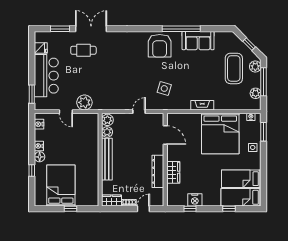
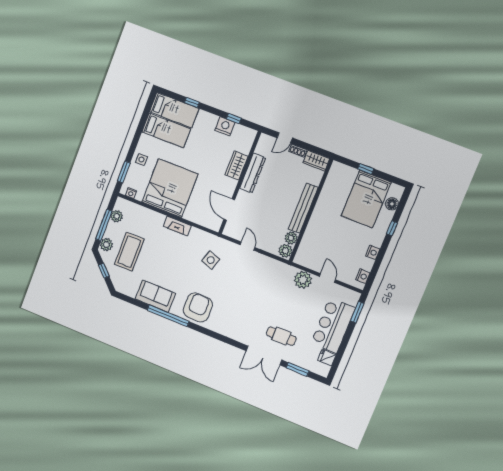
door: (139, 112) -> (247, 246), swing flipped
floor lamp: (40, 157) -> (392, 204), moved

